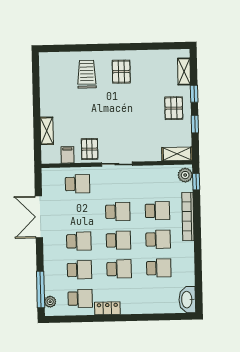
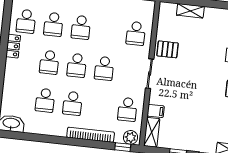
pallet: (174, 108) -> (196, 135), removed
filing cabinet: (67, 155) -> (156, 111), moved
school desk: (157, 211) -> (127, 109), moved

